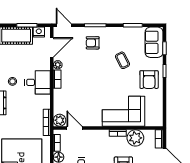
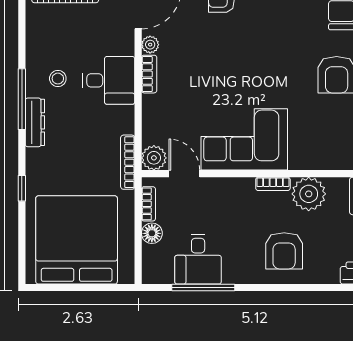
coffee table: (122, 60) -> (282, 35), removed
corner sofa: (123, 111) -> (244, 139), moved

